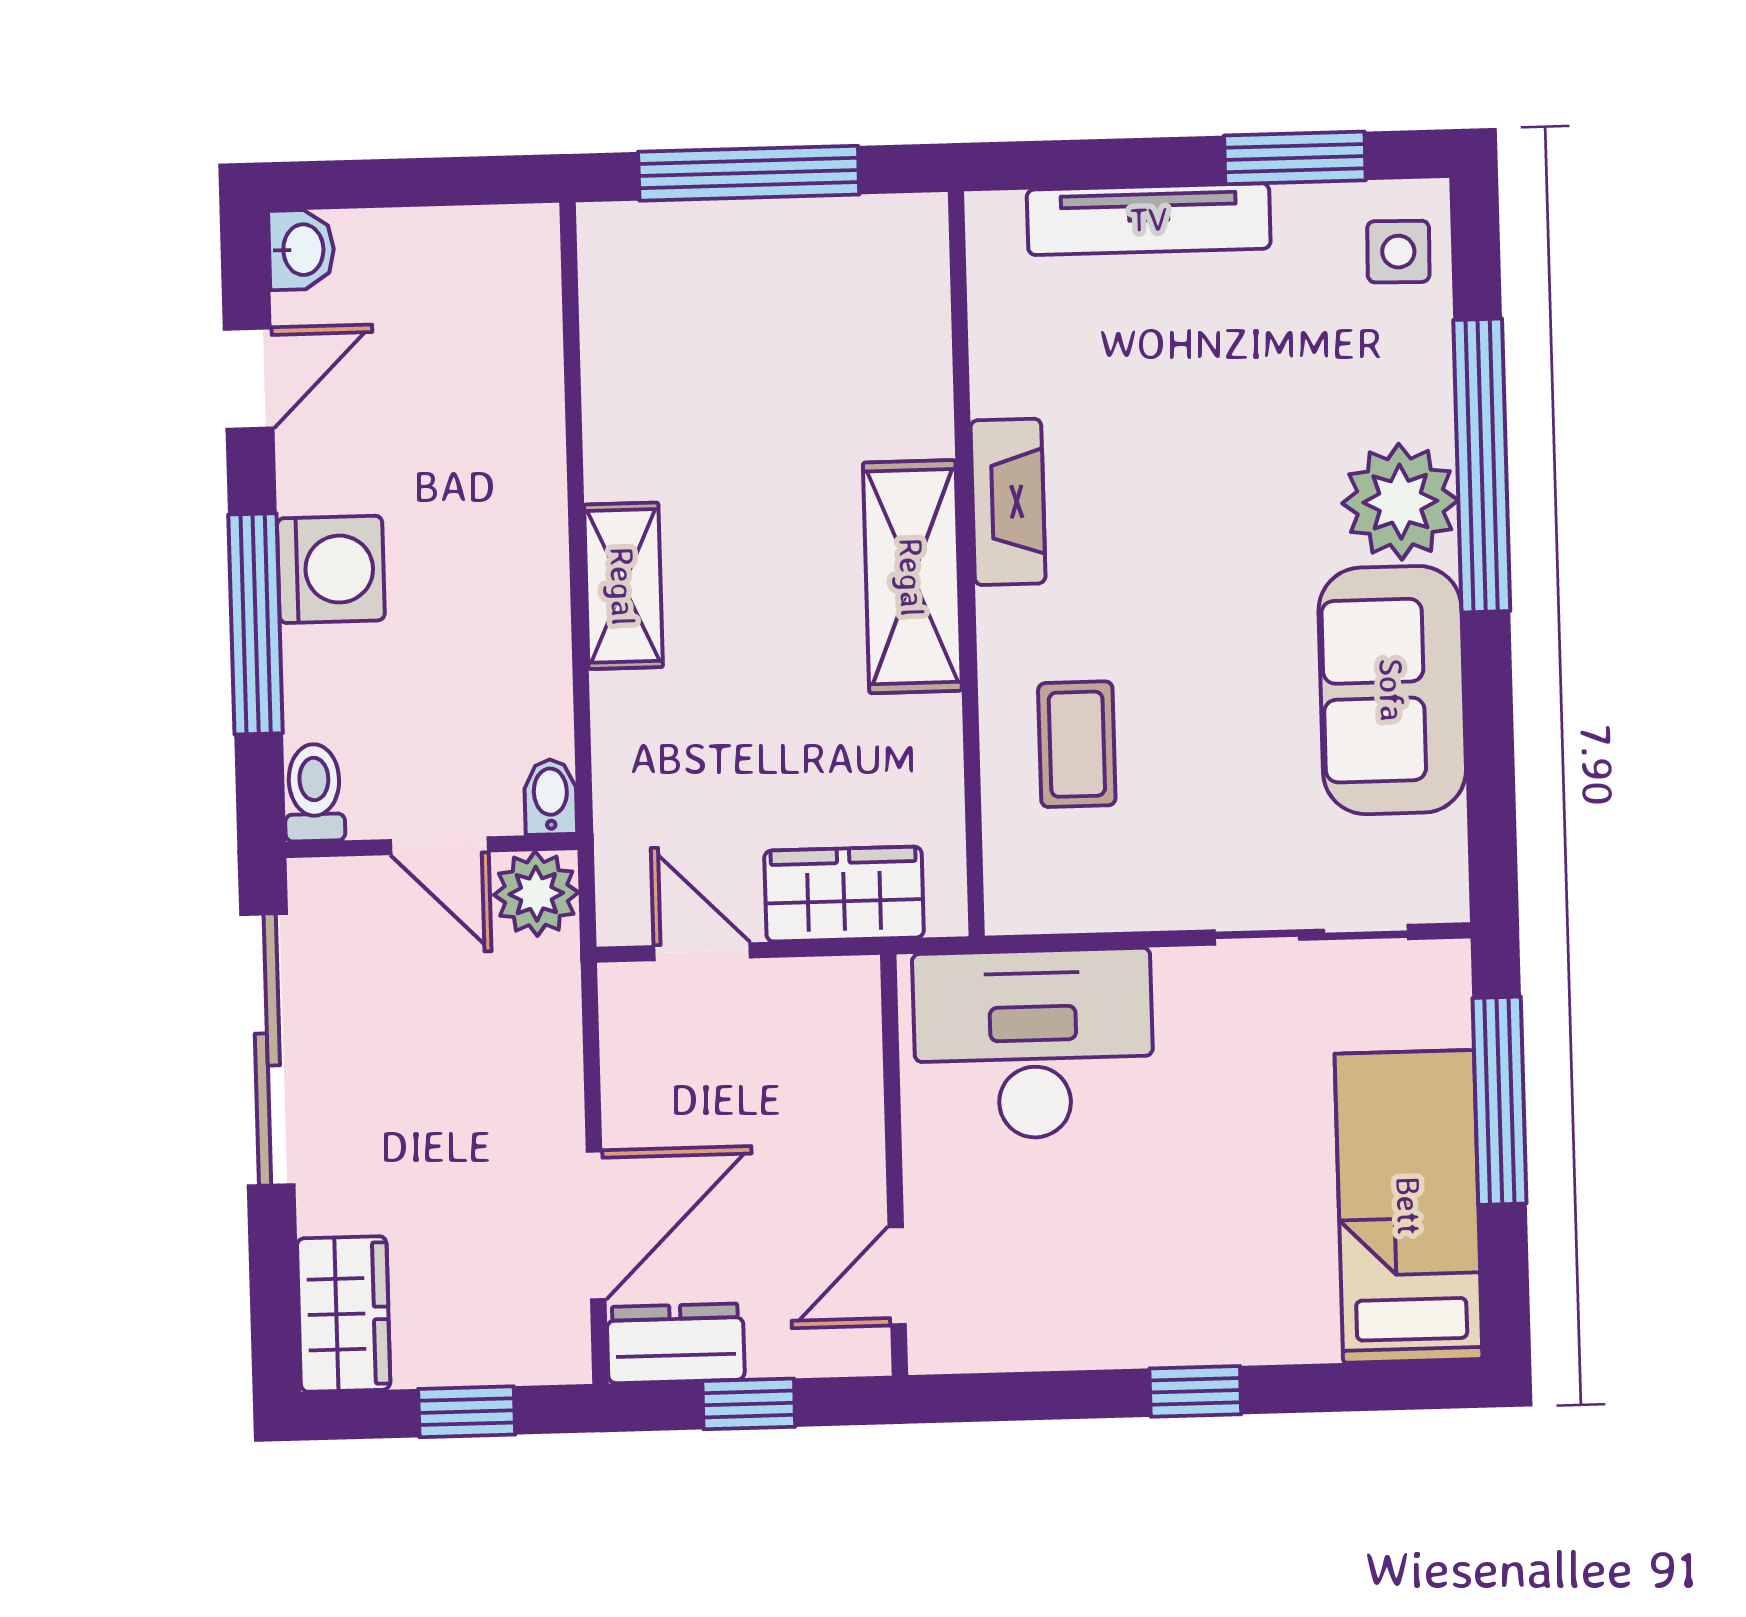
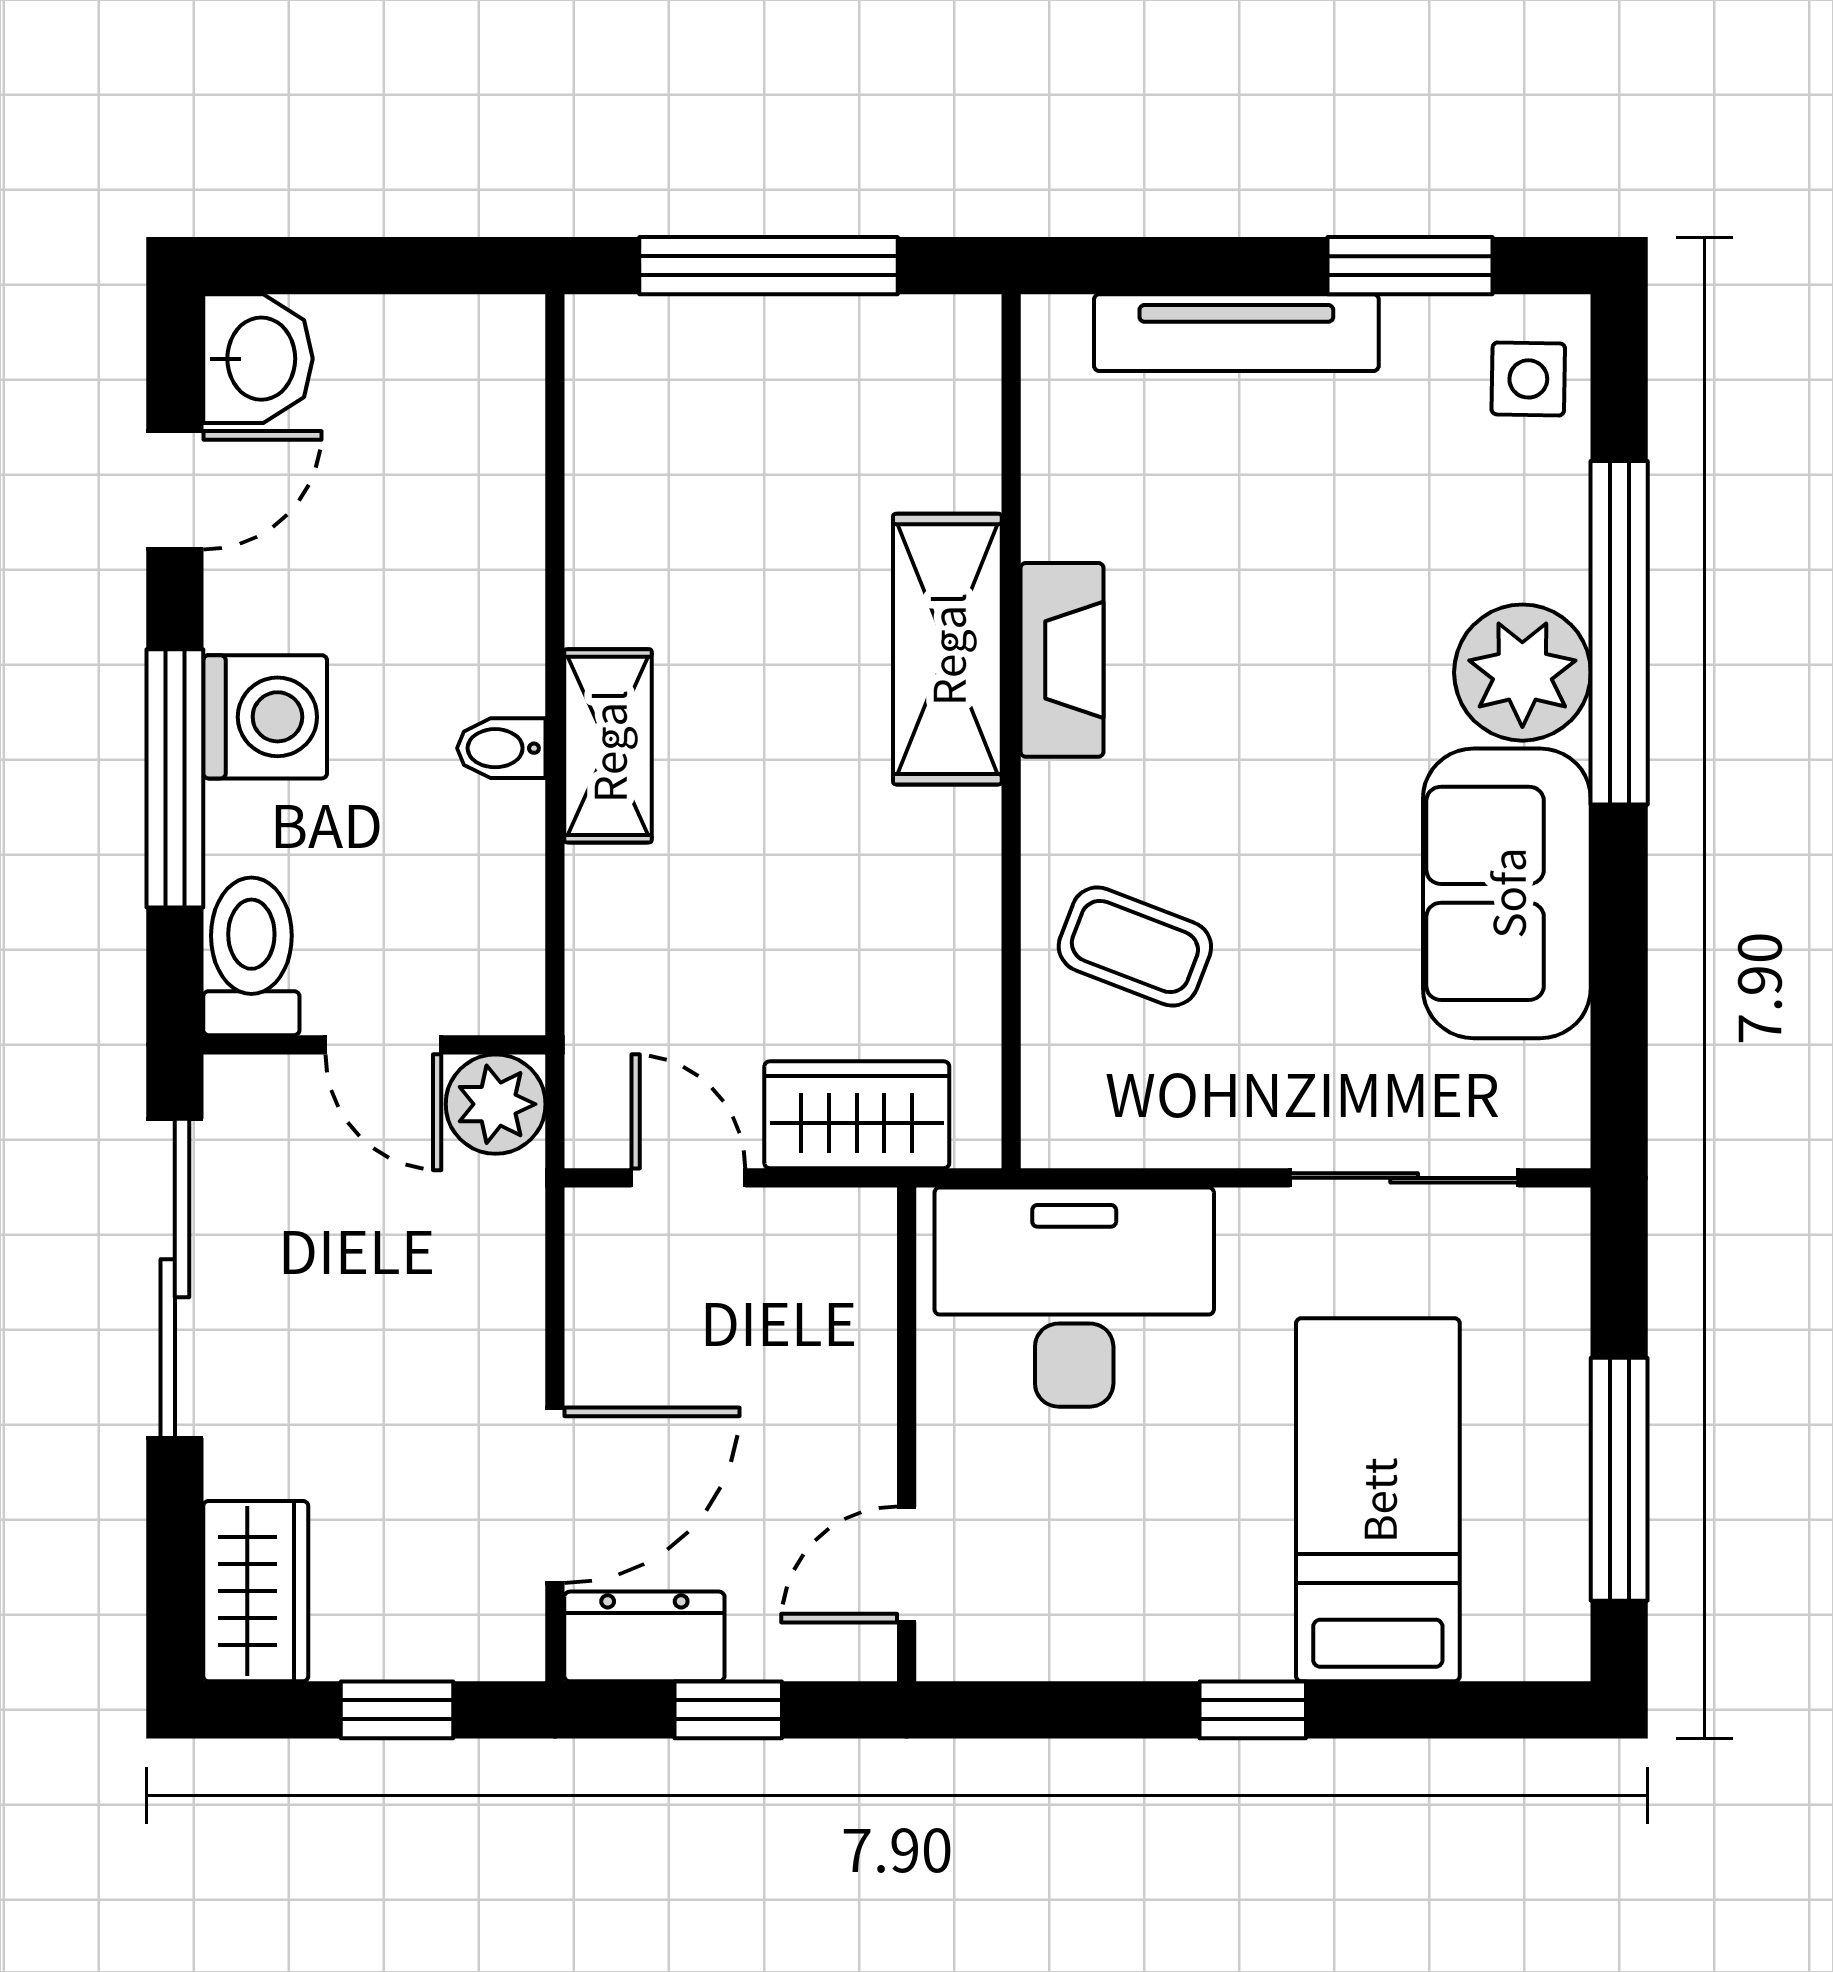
washbasin: (301, 250) -> (258, 359), width x1.38, depth x1.45
shelving: (912, 577) -> (947, 649), moved
coffee table: (1077, 744) -> (1135, 946), turned -69
toilet: (314, 793) -> (251, 956), width x1.37, depth x1.39
bidet: (550, 797) -> (501, 748), moved, turned -90
window: (1499, 1101) -> (1619, 1479), moved
bed: (1409, 1206) -> (1378, 1500), moved

